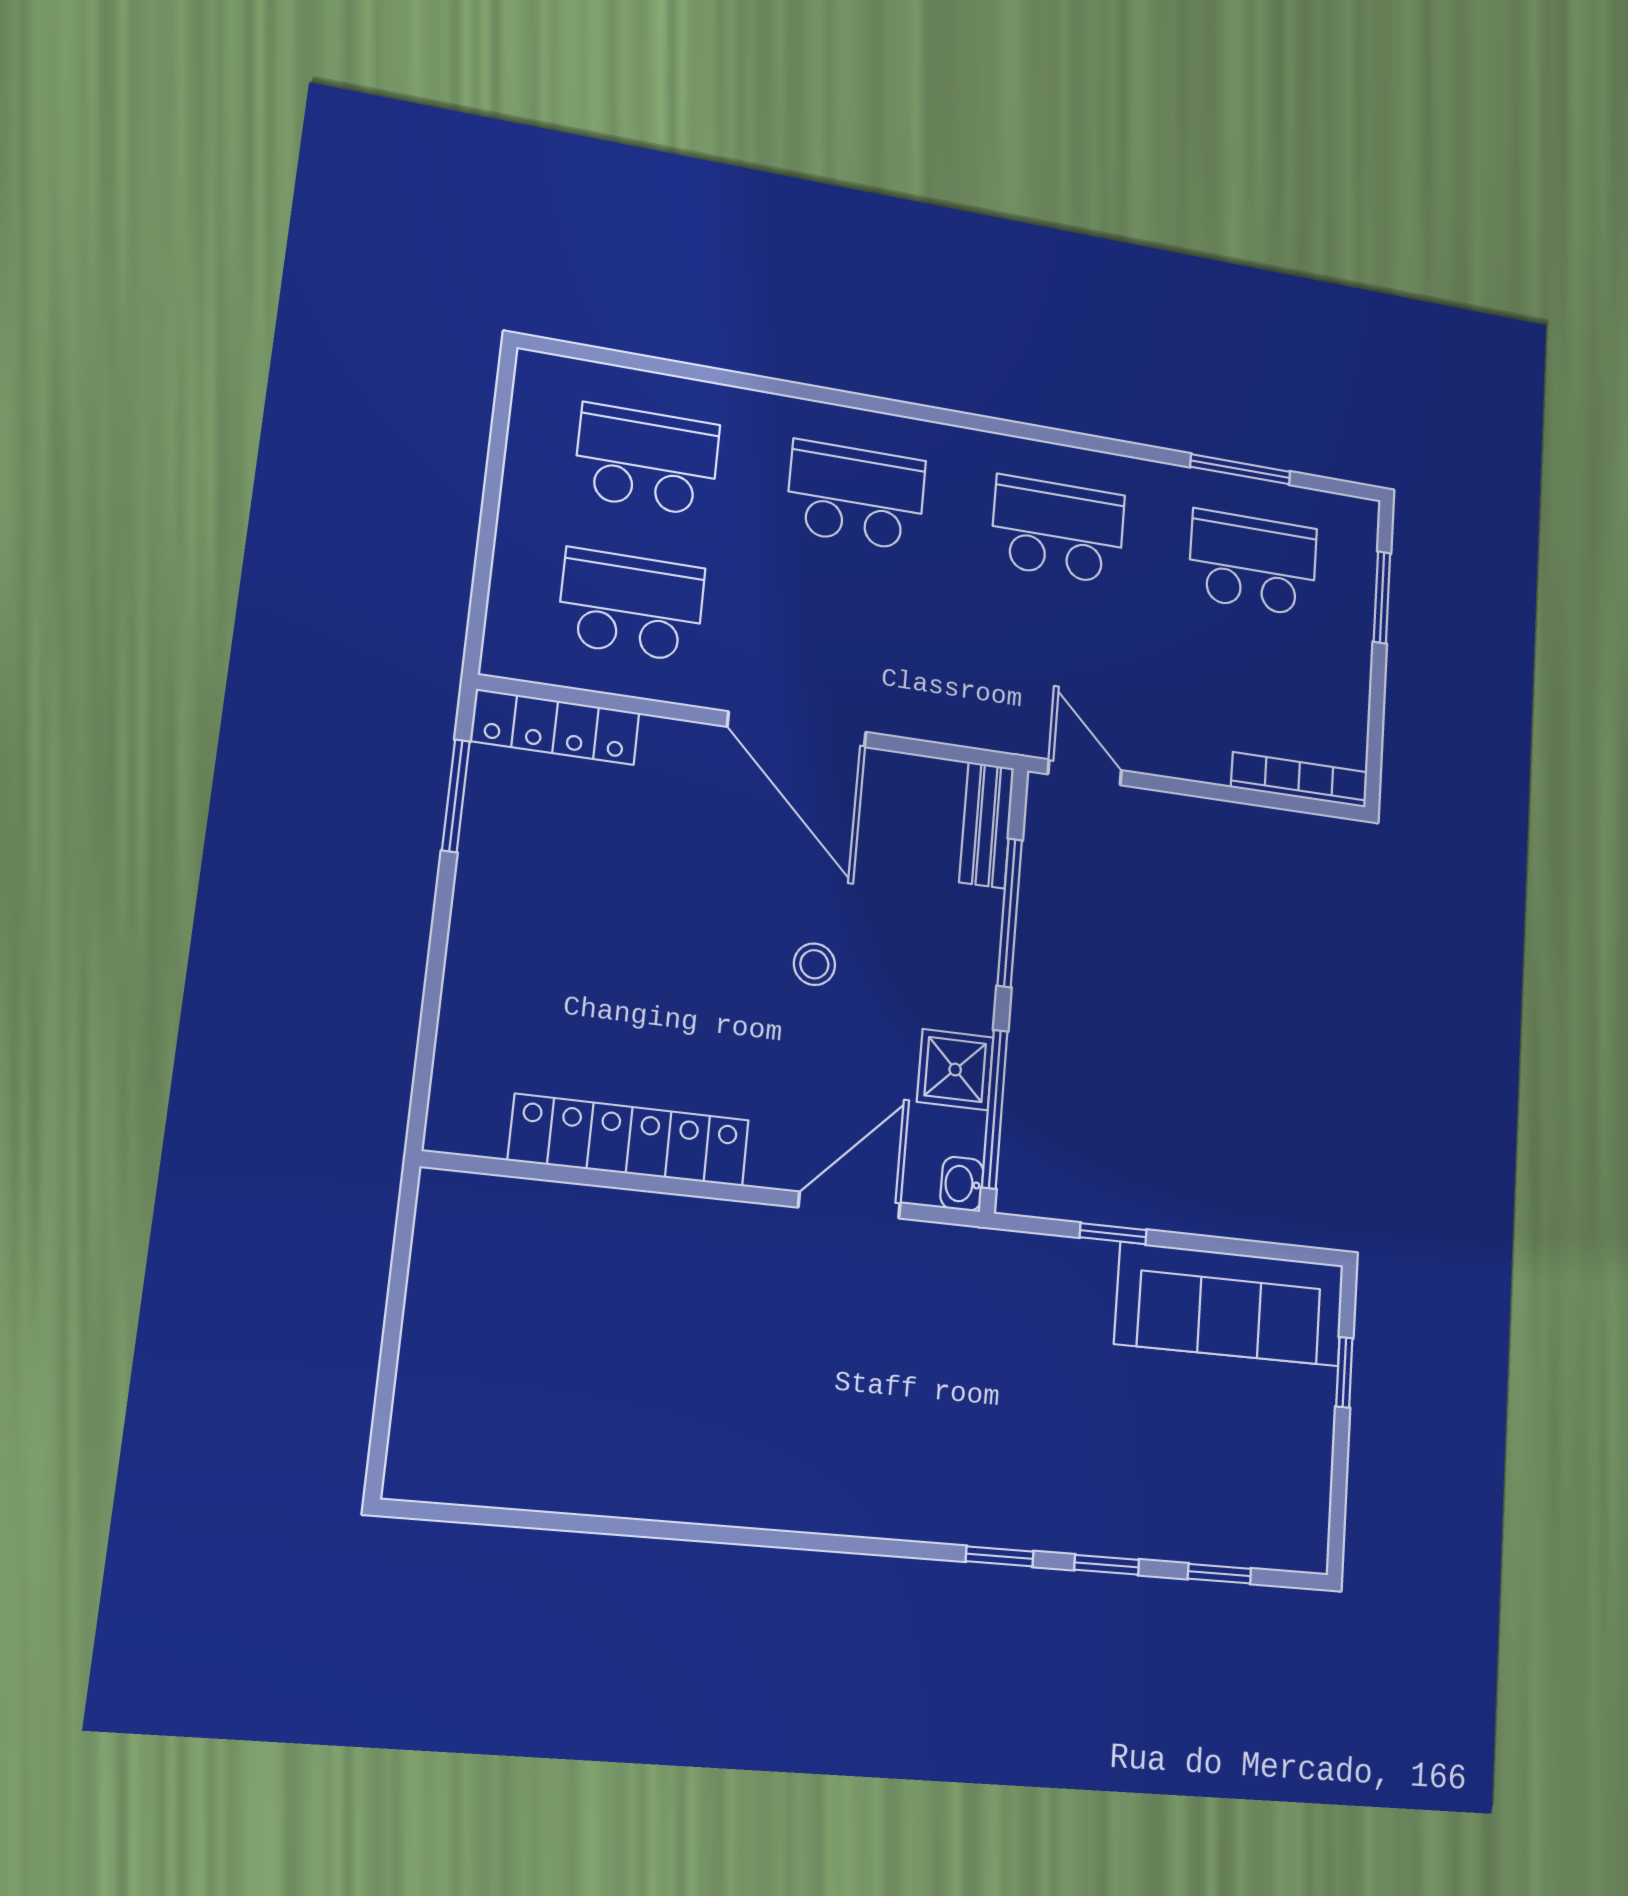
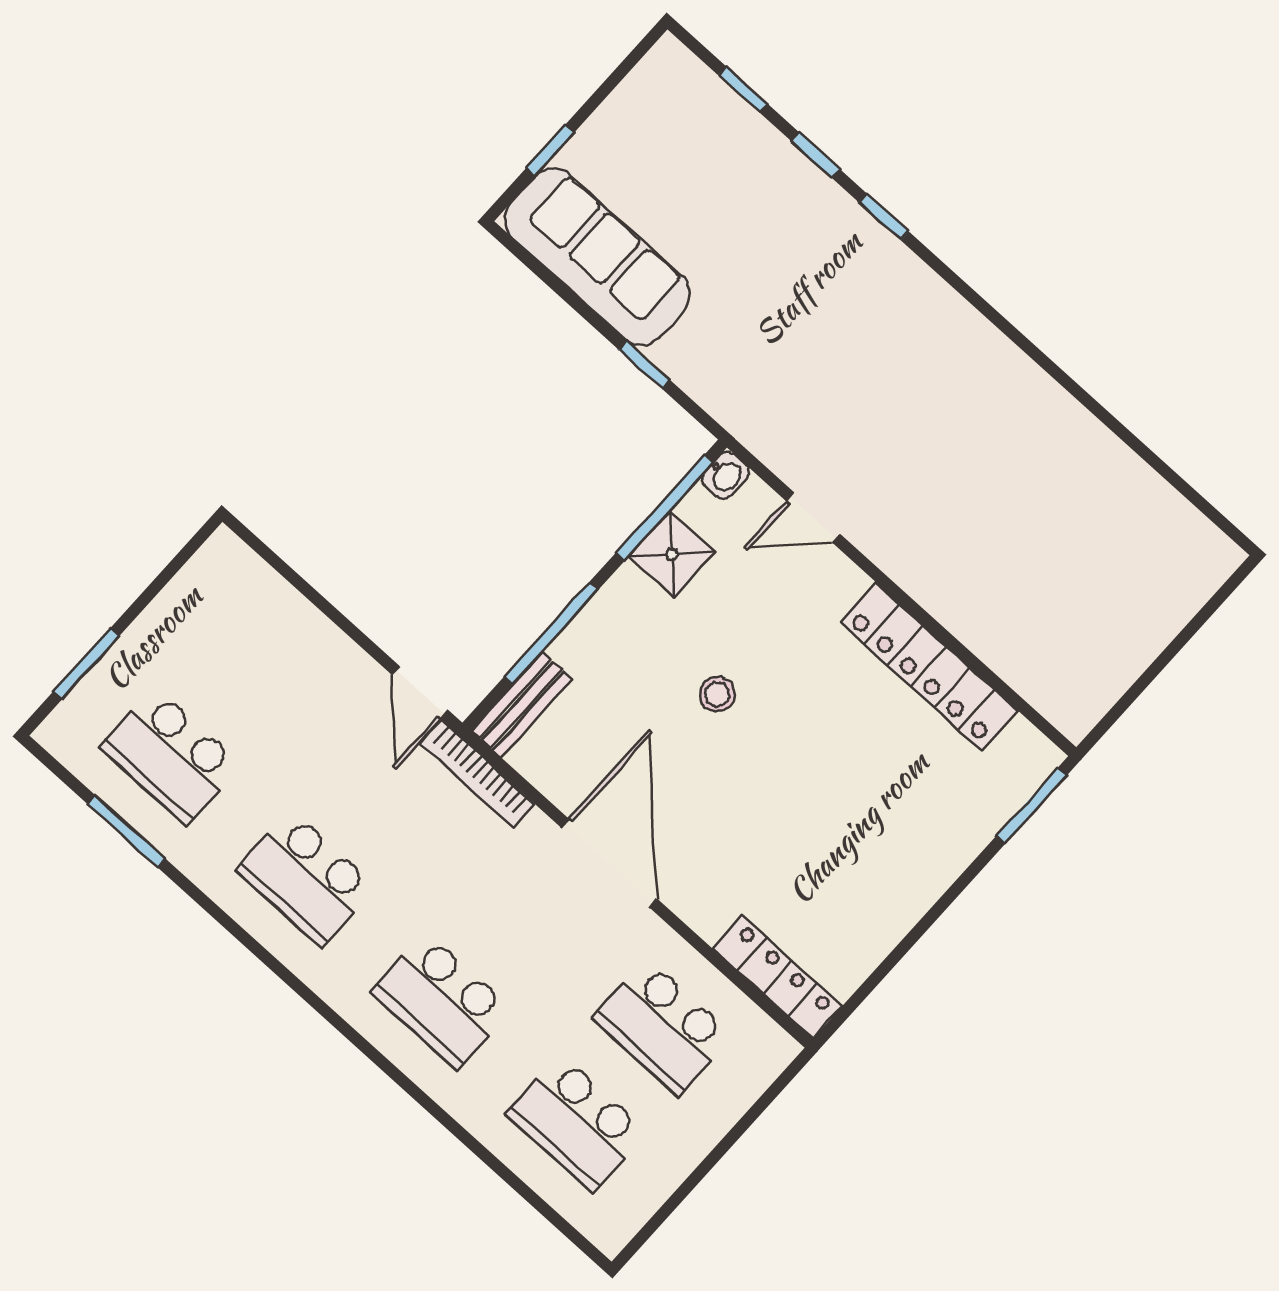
bookcase: (1299, 780) -> (477, 774), moved
window: (456, 796) -> (1031, 806), moved
door: (849, 1205) -> (813, 518), width x0.73

